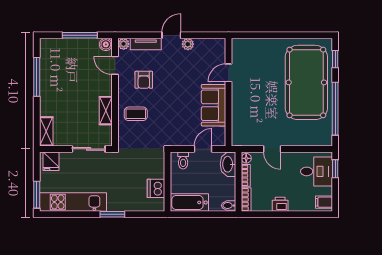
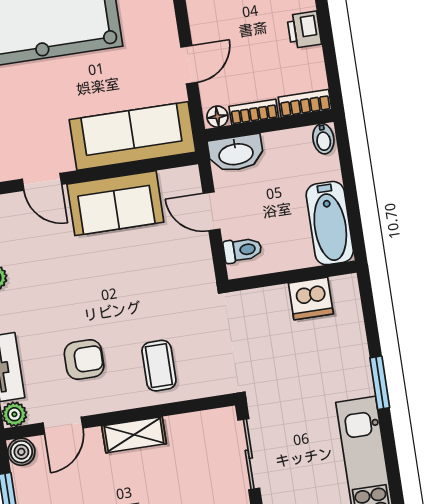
shelving: (106, 111) -> (134, 435), moved
sofa: (243, 118) -> (132, 136), added

